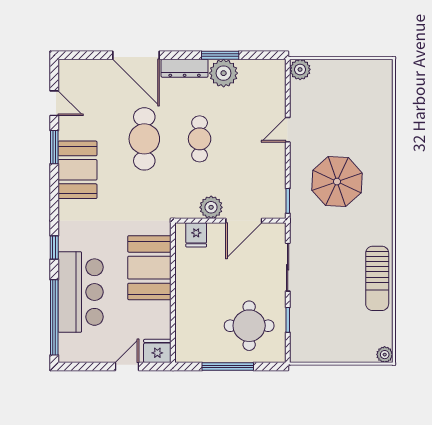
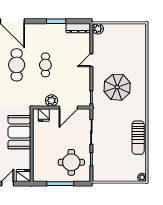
dresser: (185, 68) -> (78, 28), moved
plant: (224, 73) -> (58, 31), removed

